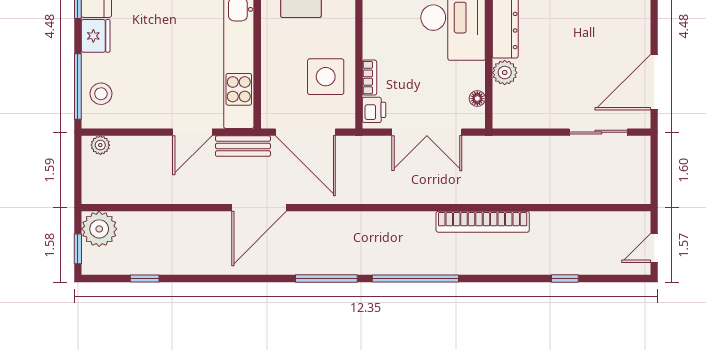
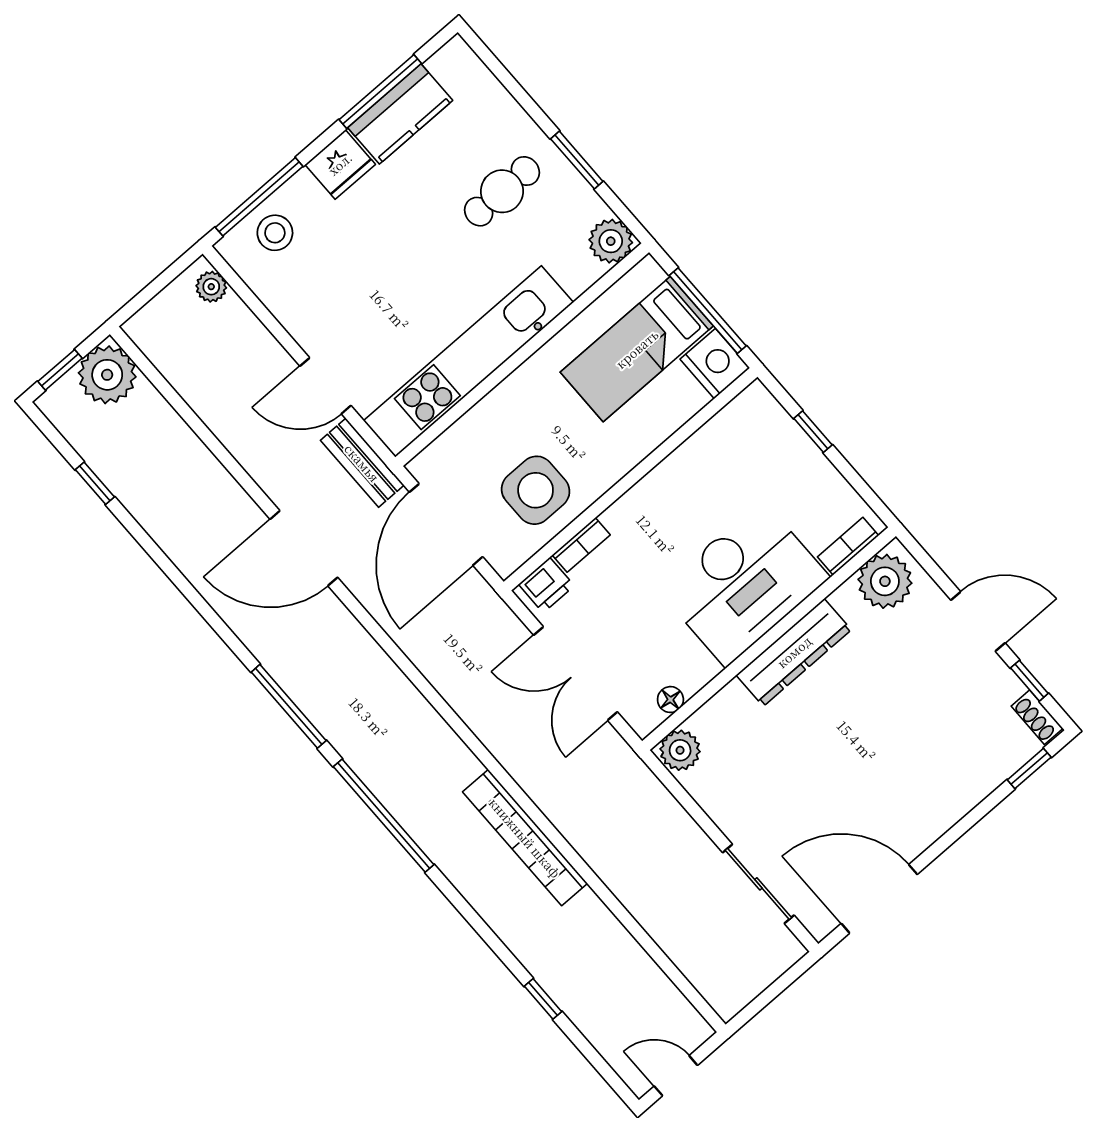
plant: (505, 73) -> (680, 750), moved

